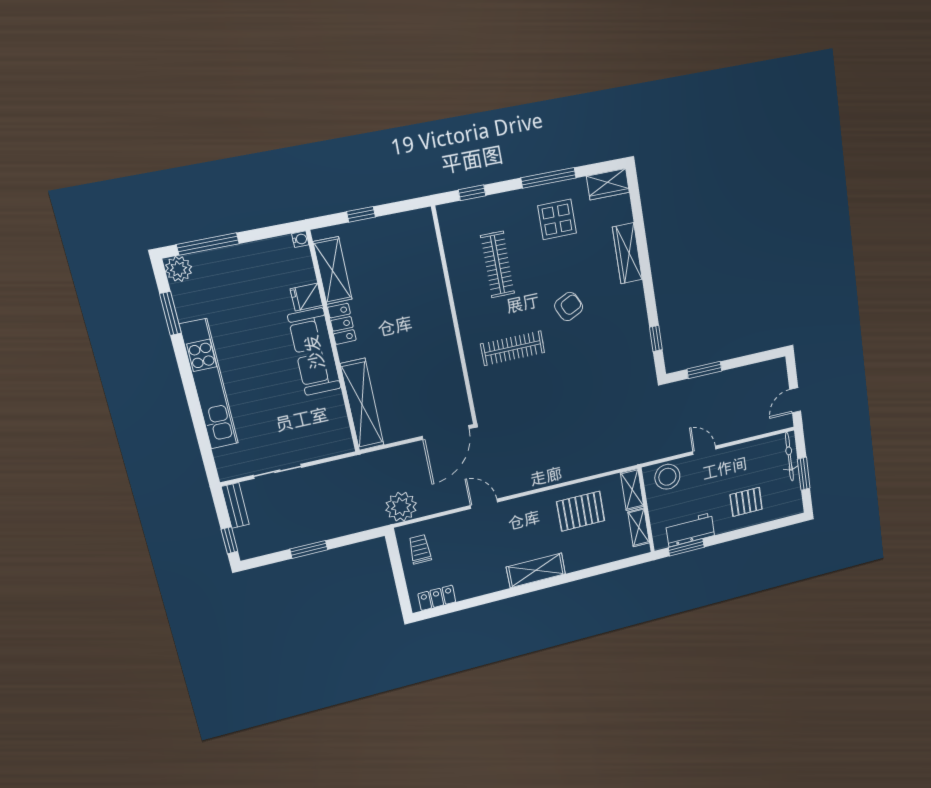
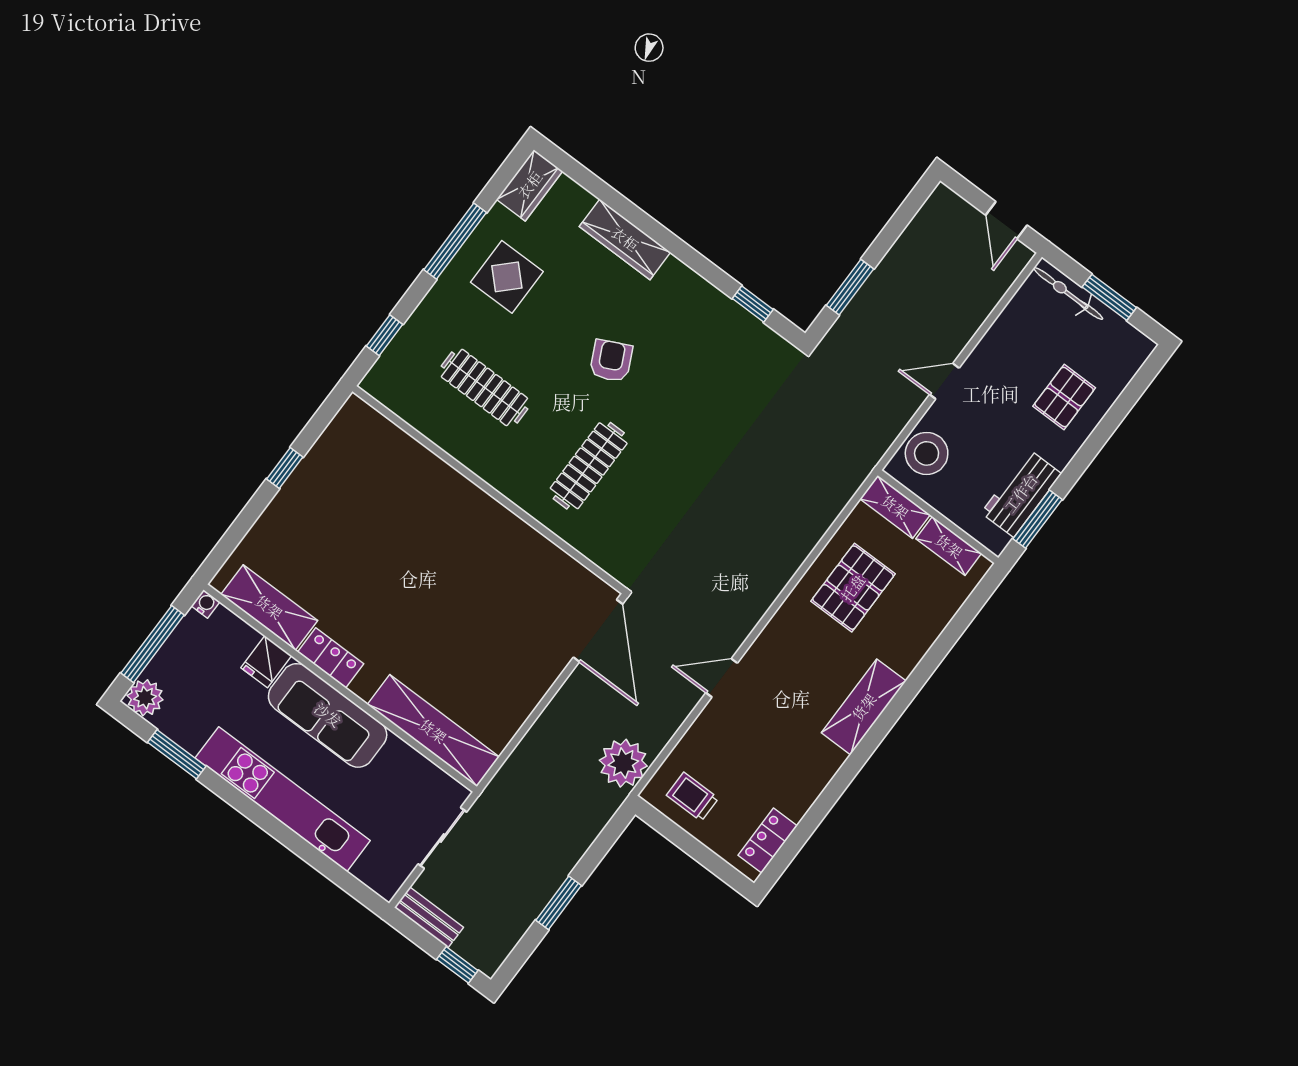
water cooler: (300, 239) -> (206, 604), moved
shelving: (333, 271) -> (269, 607), moved
fridge: (306, 297) -> (266, 662), moved
locker: (342, 324) -> (331, 658), moved
wall: (333, 343) -> (340, 688), moved
sofa: (314, 352) -> (328, 715), moved
shelving: (362, 405) -> (433, 731), moved

